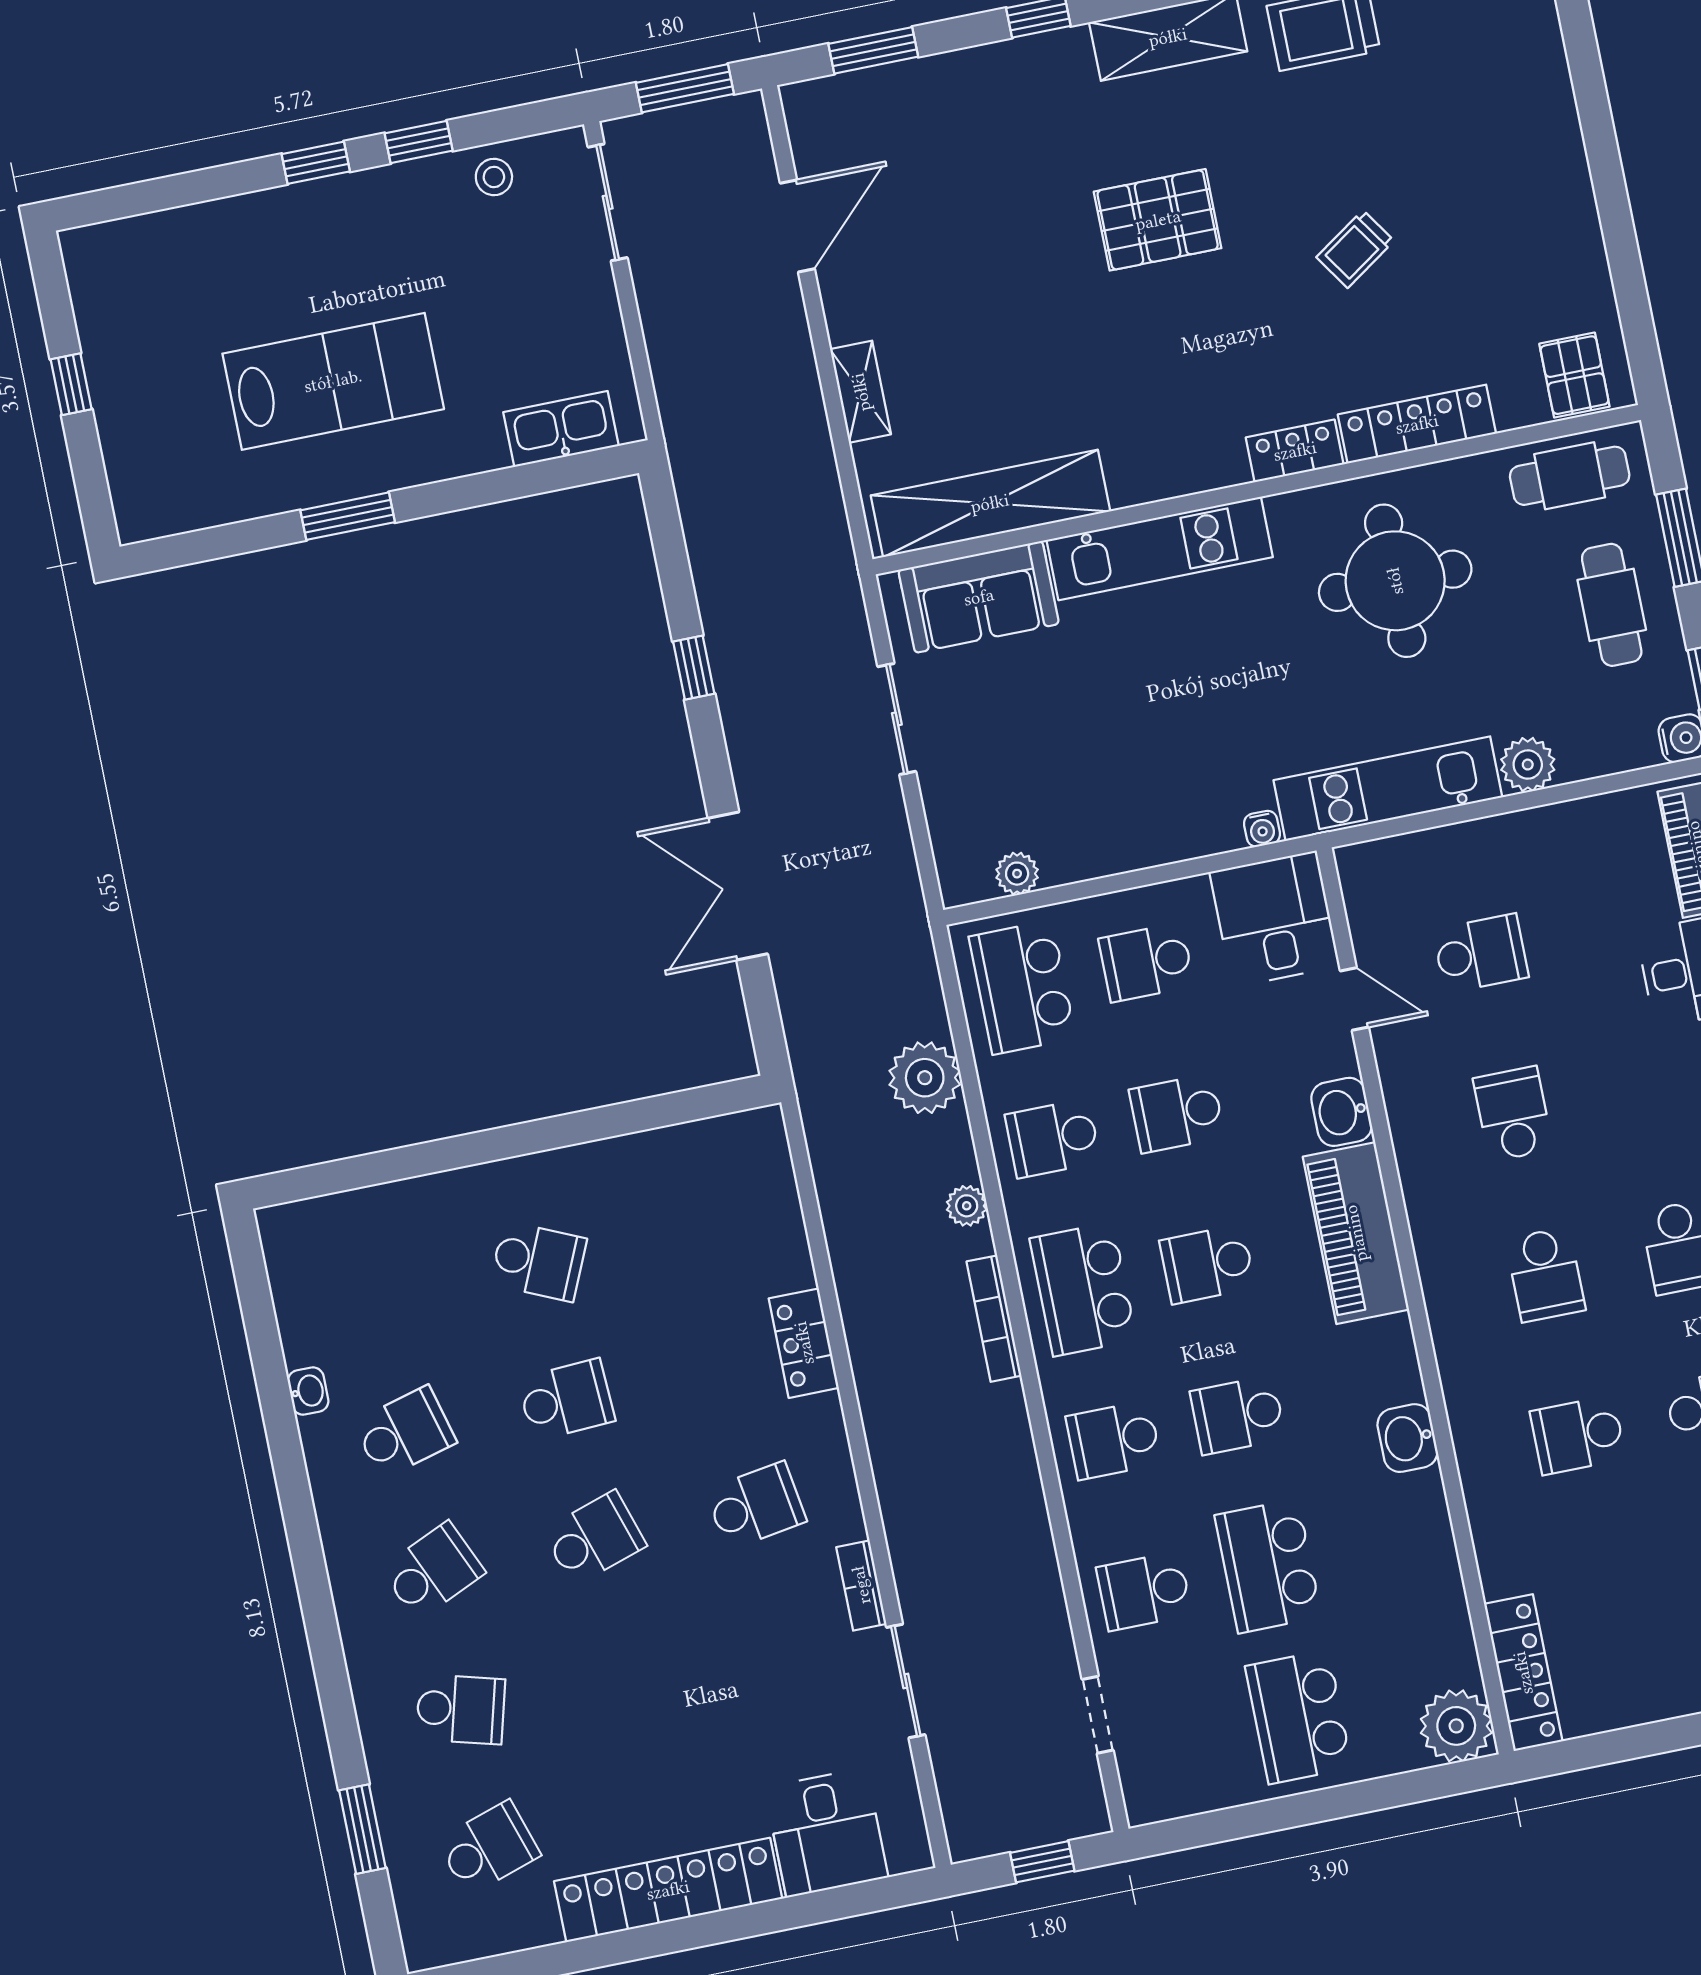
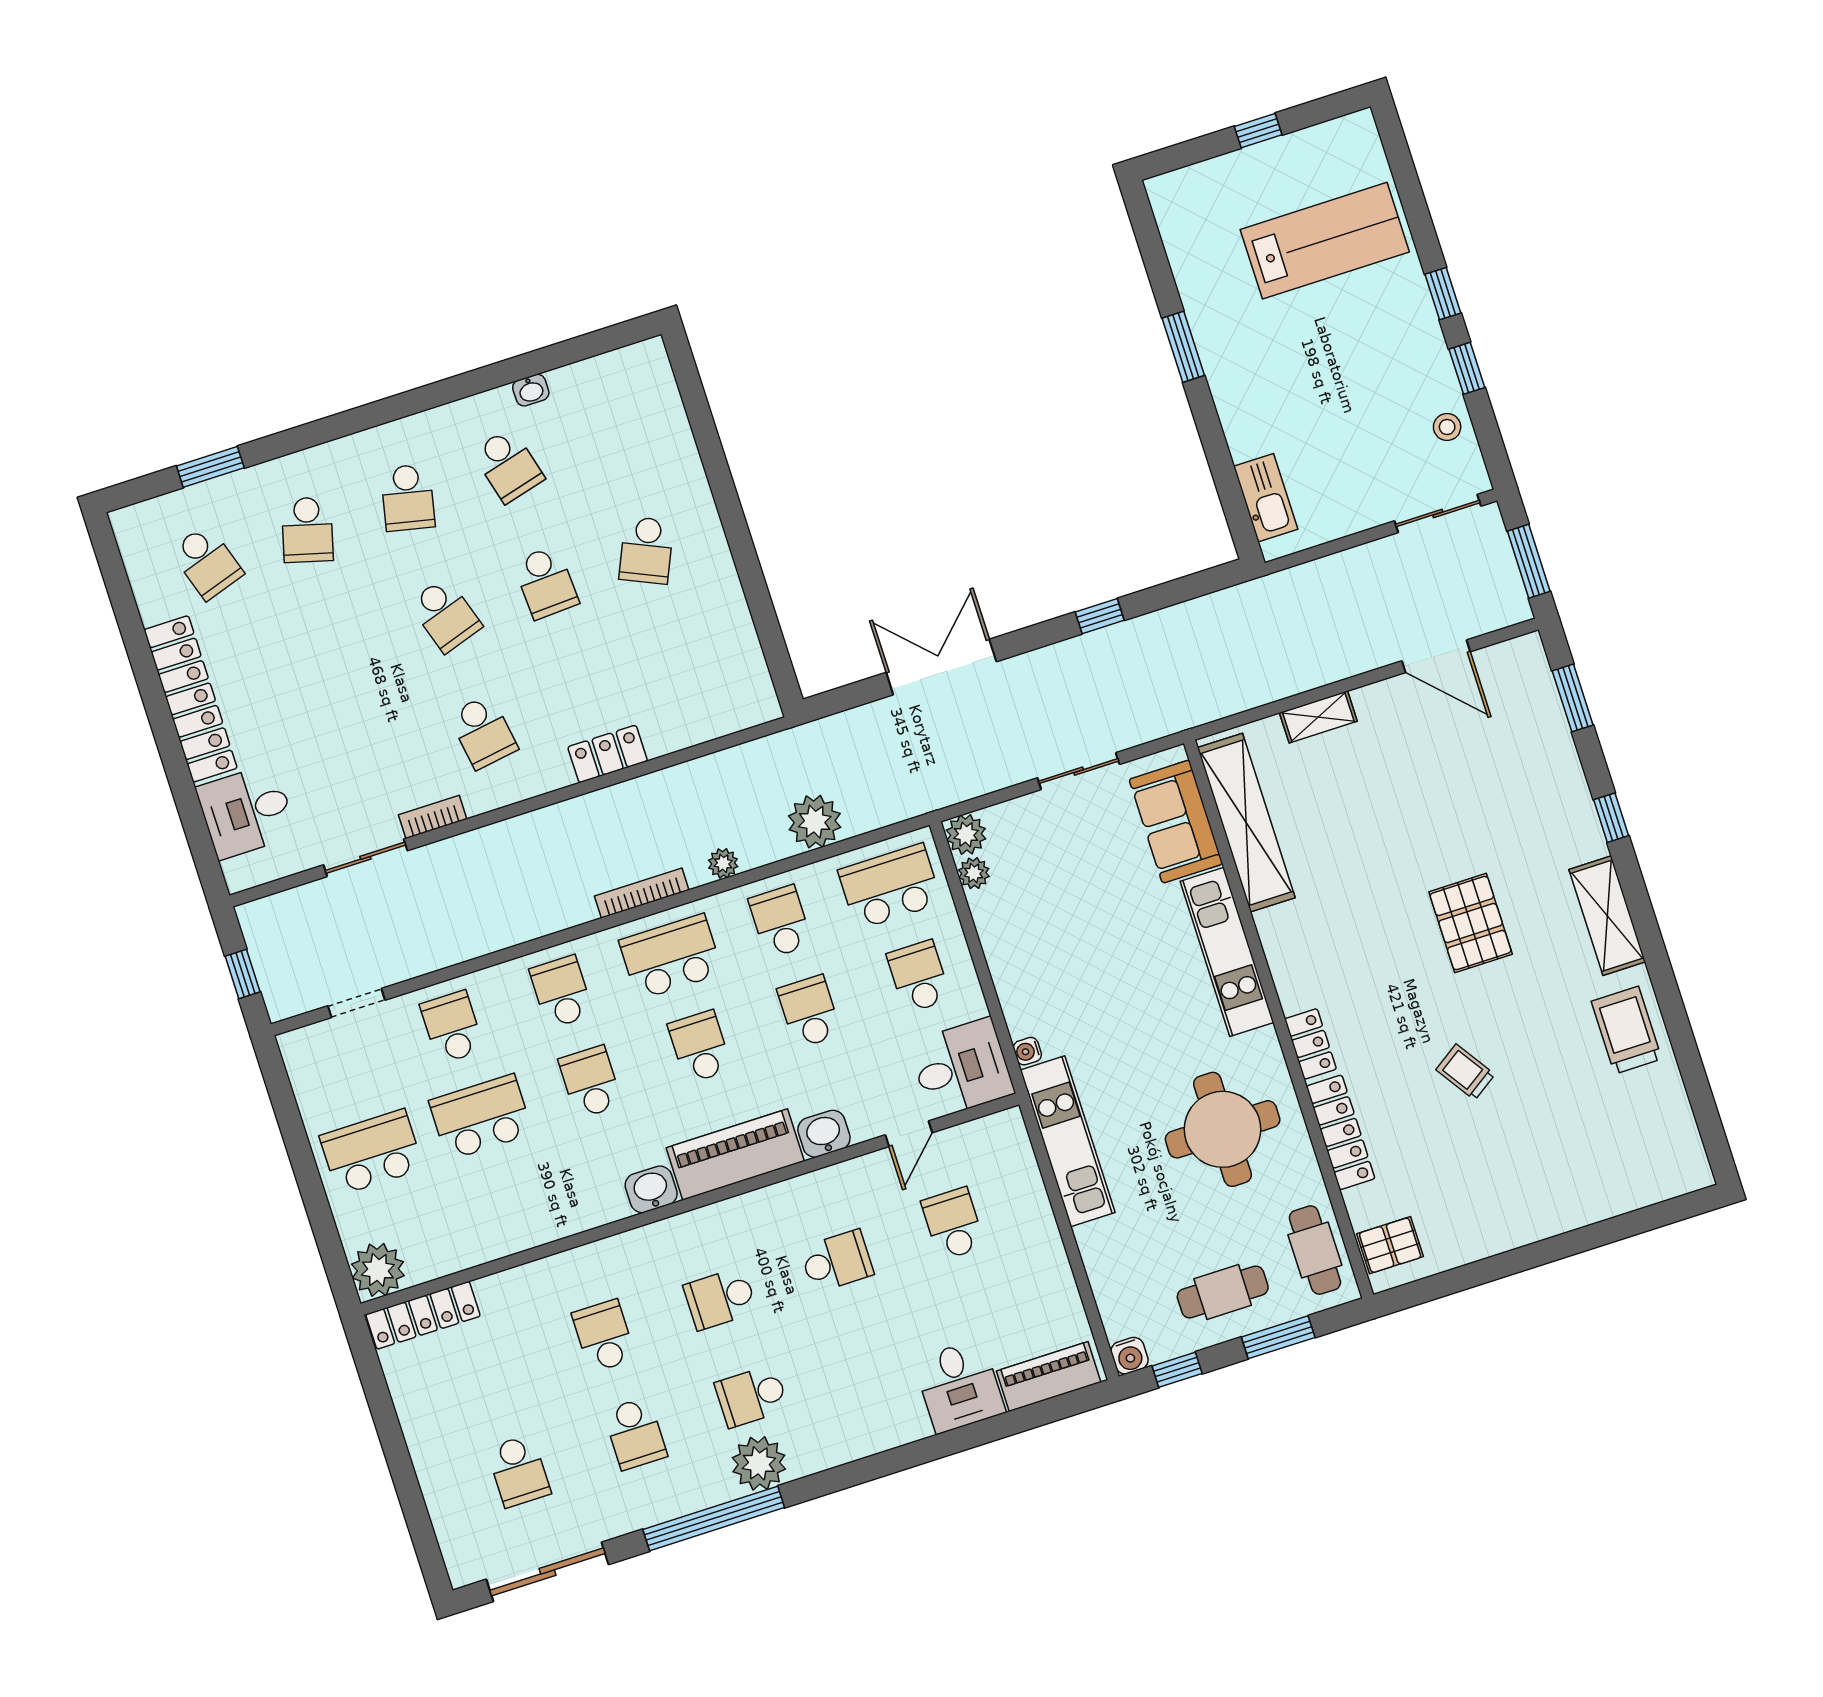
lab bench: (333, 381) -> (1325, 241), moved, turned -90
plant: (1528, 765) -> (966, 834), moved
school desk: (1481, 953) -> (953, 1224), turned 180
washbasin: (1407, 1438) -> (651, 1189), moved
school desk: (433, 1571) -> (408, 498), turned 36

